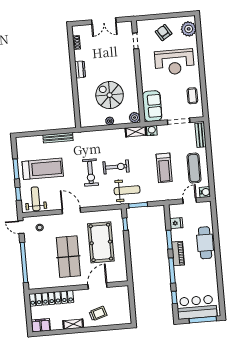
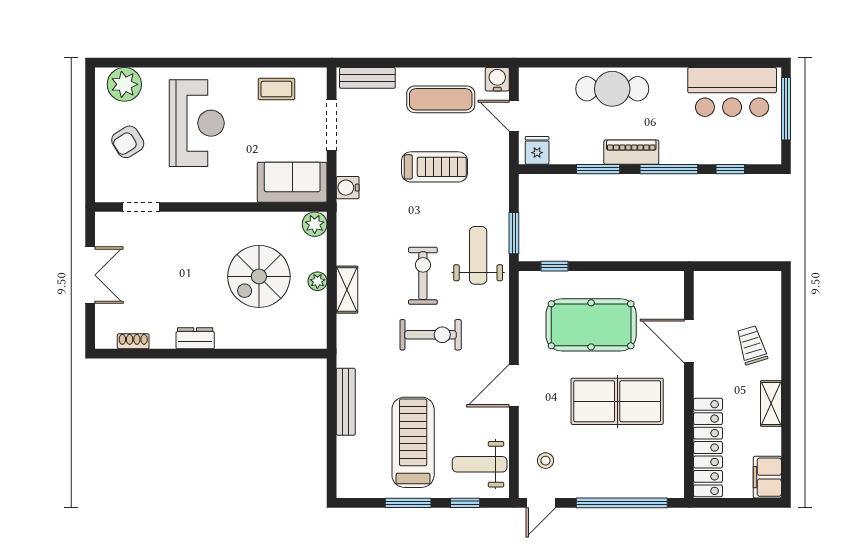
shelving: (136, 132) -> (347, 290), moved
fridge: (176, 223) -> (537, 150), moved
bar counter: (197, 307) -> (732, 92), moved, turned -90

